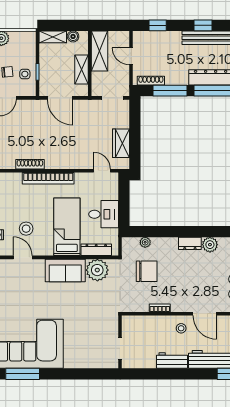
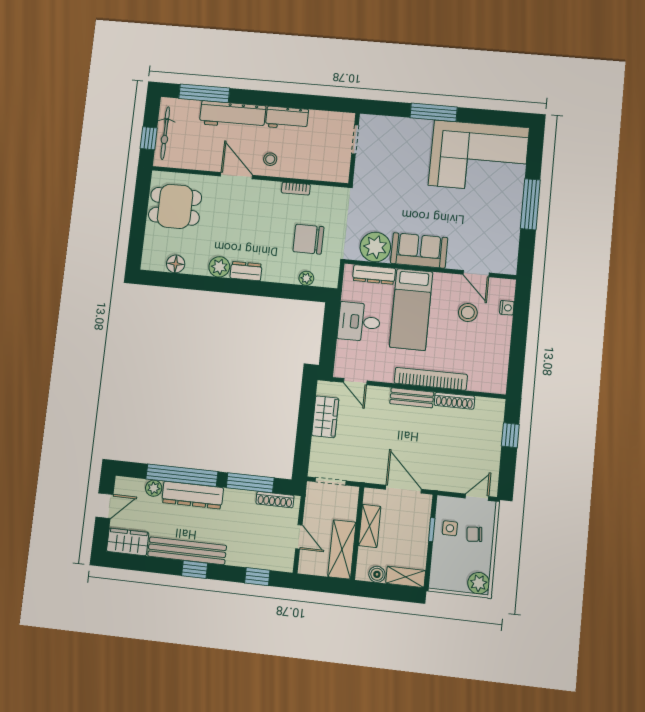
bench: (60, 163) -> (412, 398), added
window: (23, 374) -> (434, 112), moved

